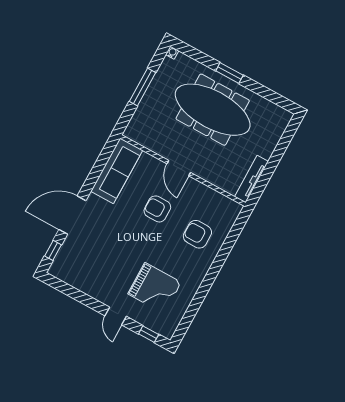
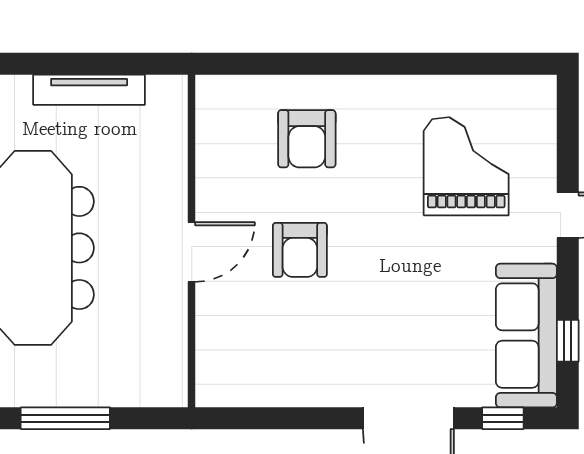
sofa: (117, 171) -> (526, 336), moved, turned -90
tv unit: (251, 179) -> (89, 90), moved
window: (149, 334) -> (568, 341), moved

